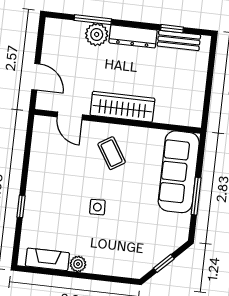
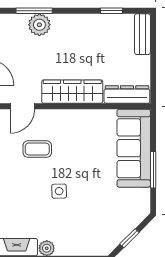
dresser: (133, 36) -> (127, 94), moved, turned 180
bench: (179, 40) -> (142, 34), moved, turned 90
door: (70, 116) -> (22, 106), hinge flipped
coffee table: (112, 153) -> (37, 149), moved, turned -58

